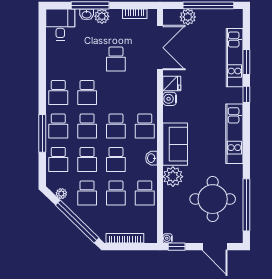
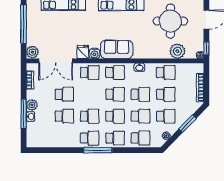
plant: (188, 17) -> (32, 52), moved
desk: (60, 25) -> (38, 137), removed
double door: (160, 48) -> (56, 61), swing flipped
school desk: (87, 59) -> (64, 116), added
school desk: (145, 93) -> (90, 72), added
window: (42, 133) -> (98, 150), moved
sofa: (175, 144) -> (117, 49), moved
plant: (173, 177) -> (177, 51), moved
window: (77, 222) -> (188, 124), width x0.47

